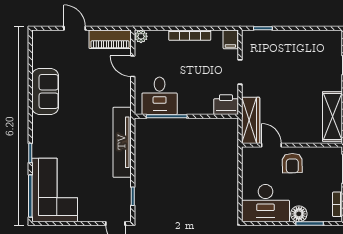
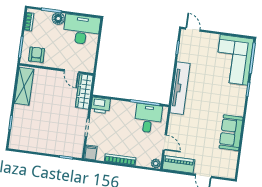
armchair: (292, 163) -> (36, 55), moved

